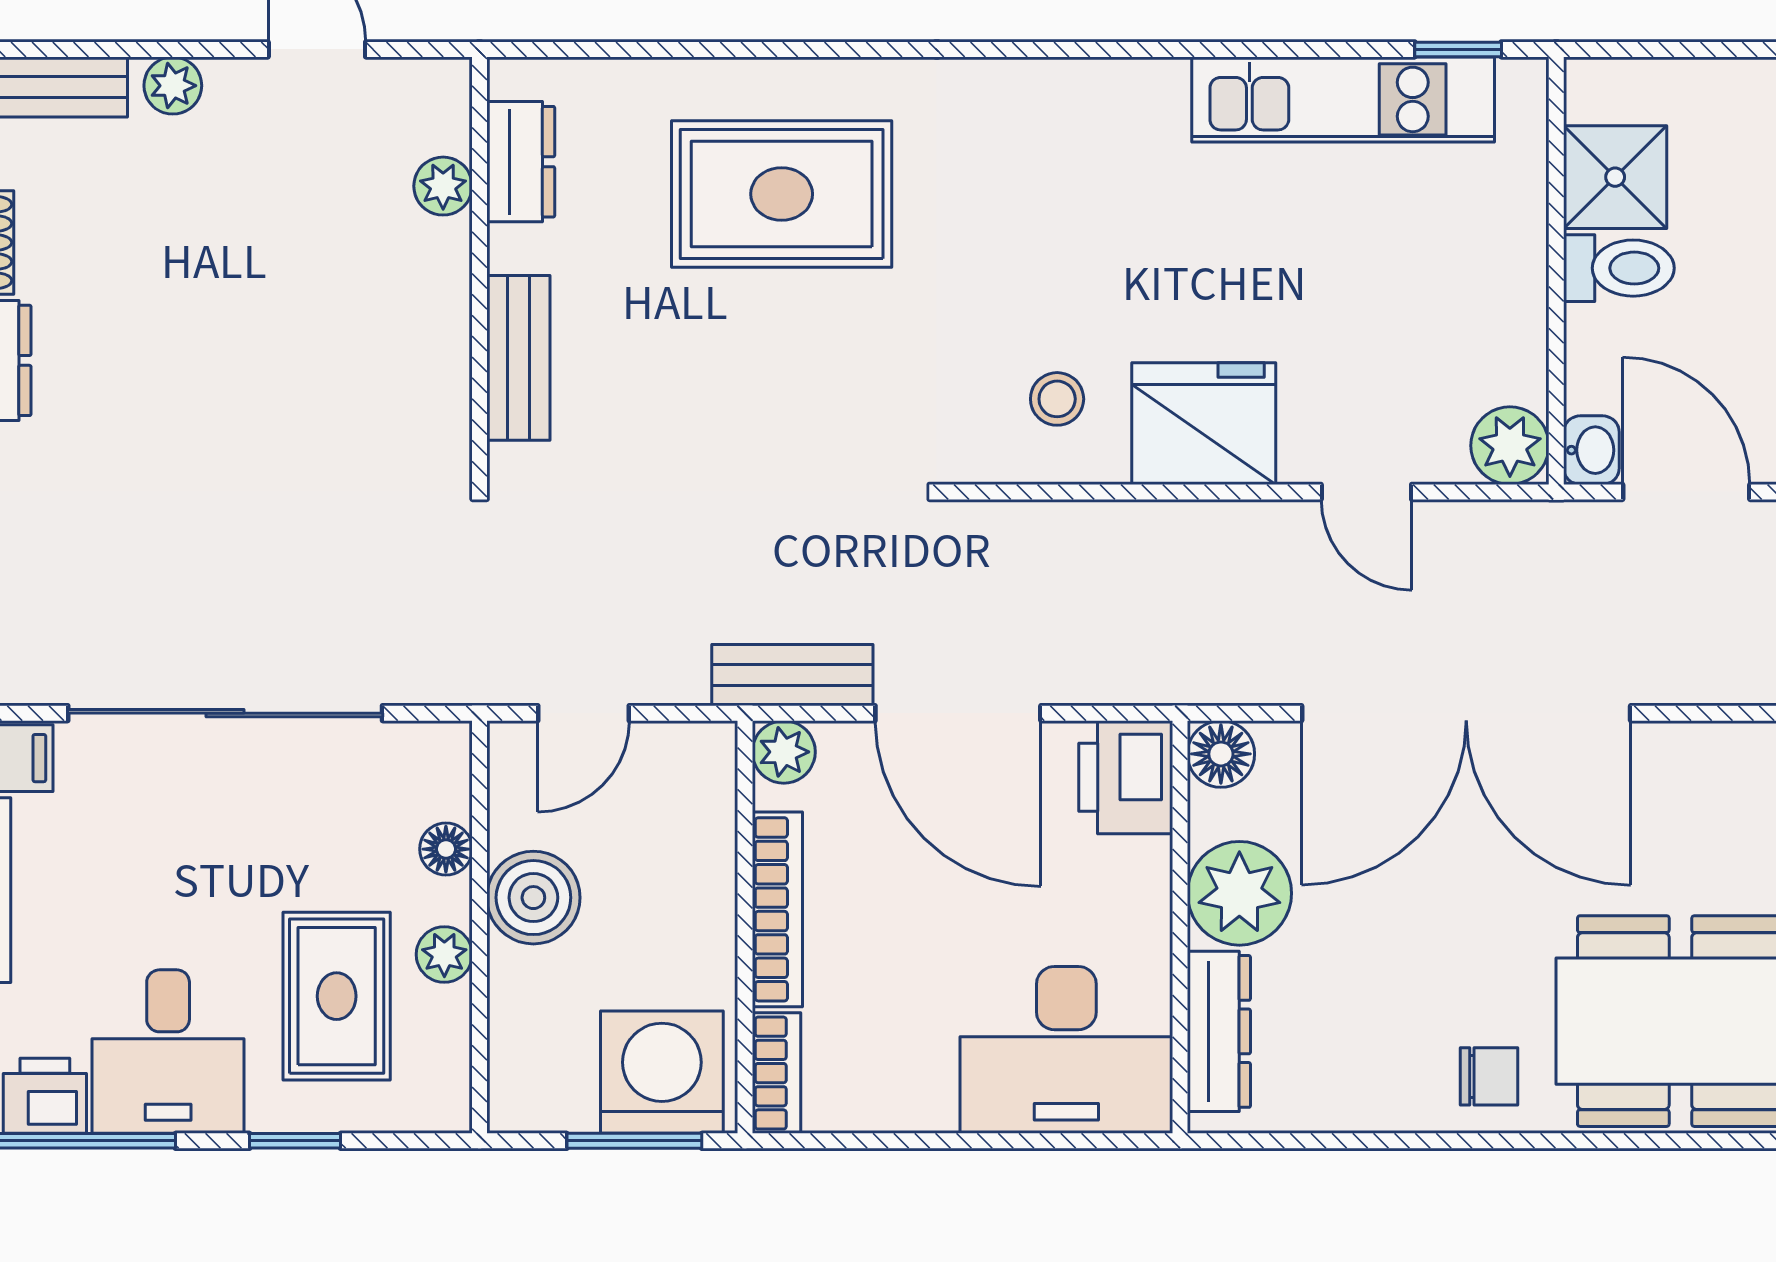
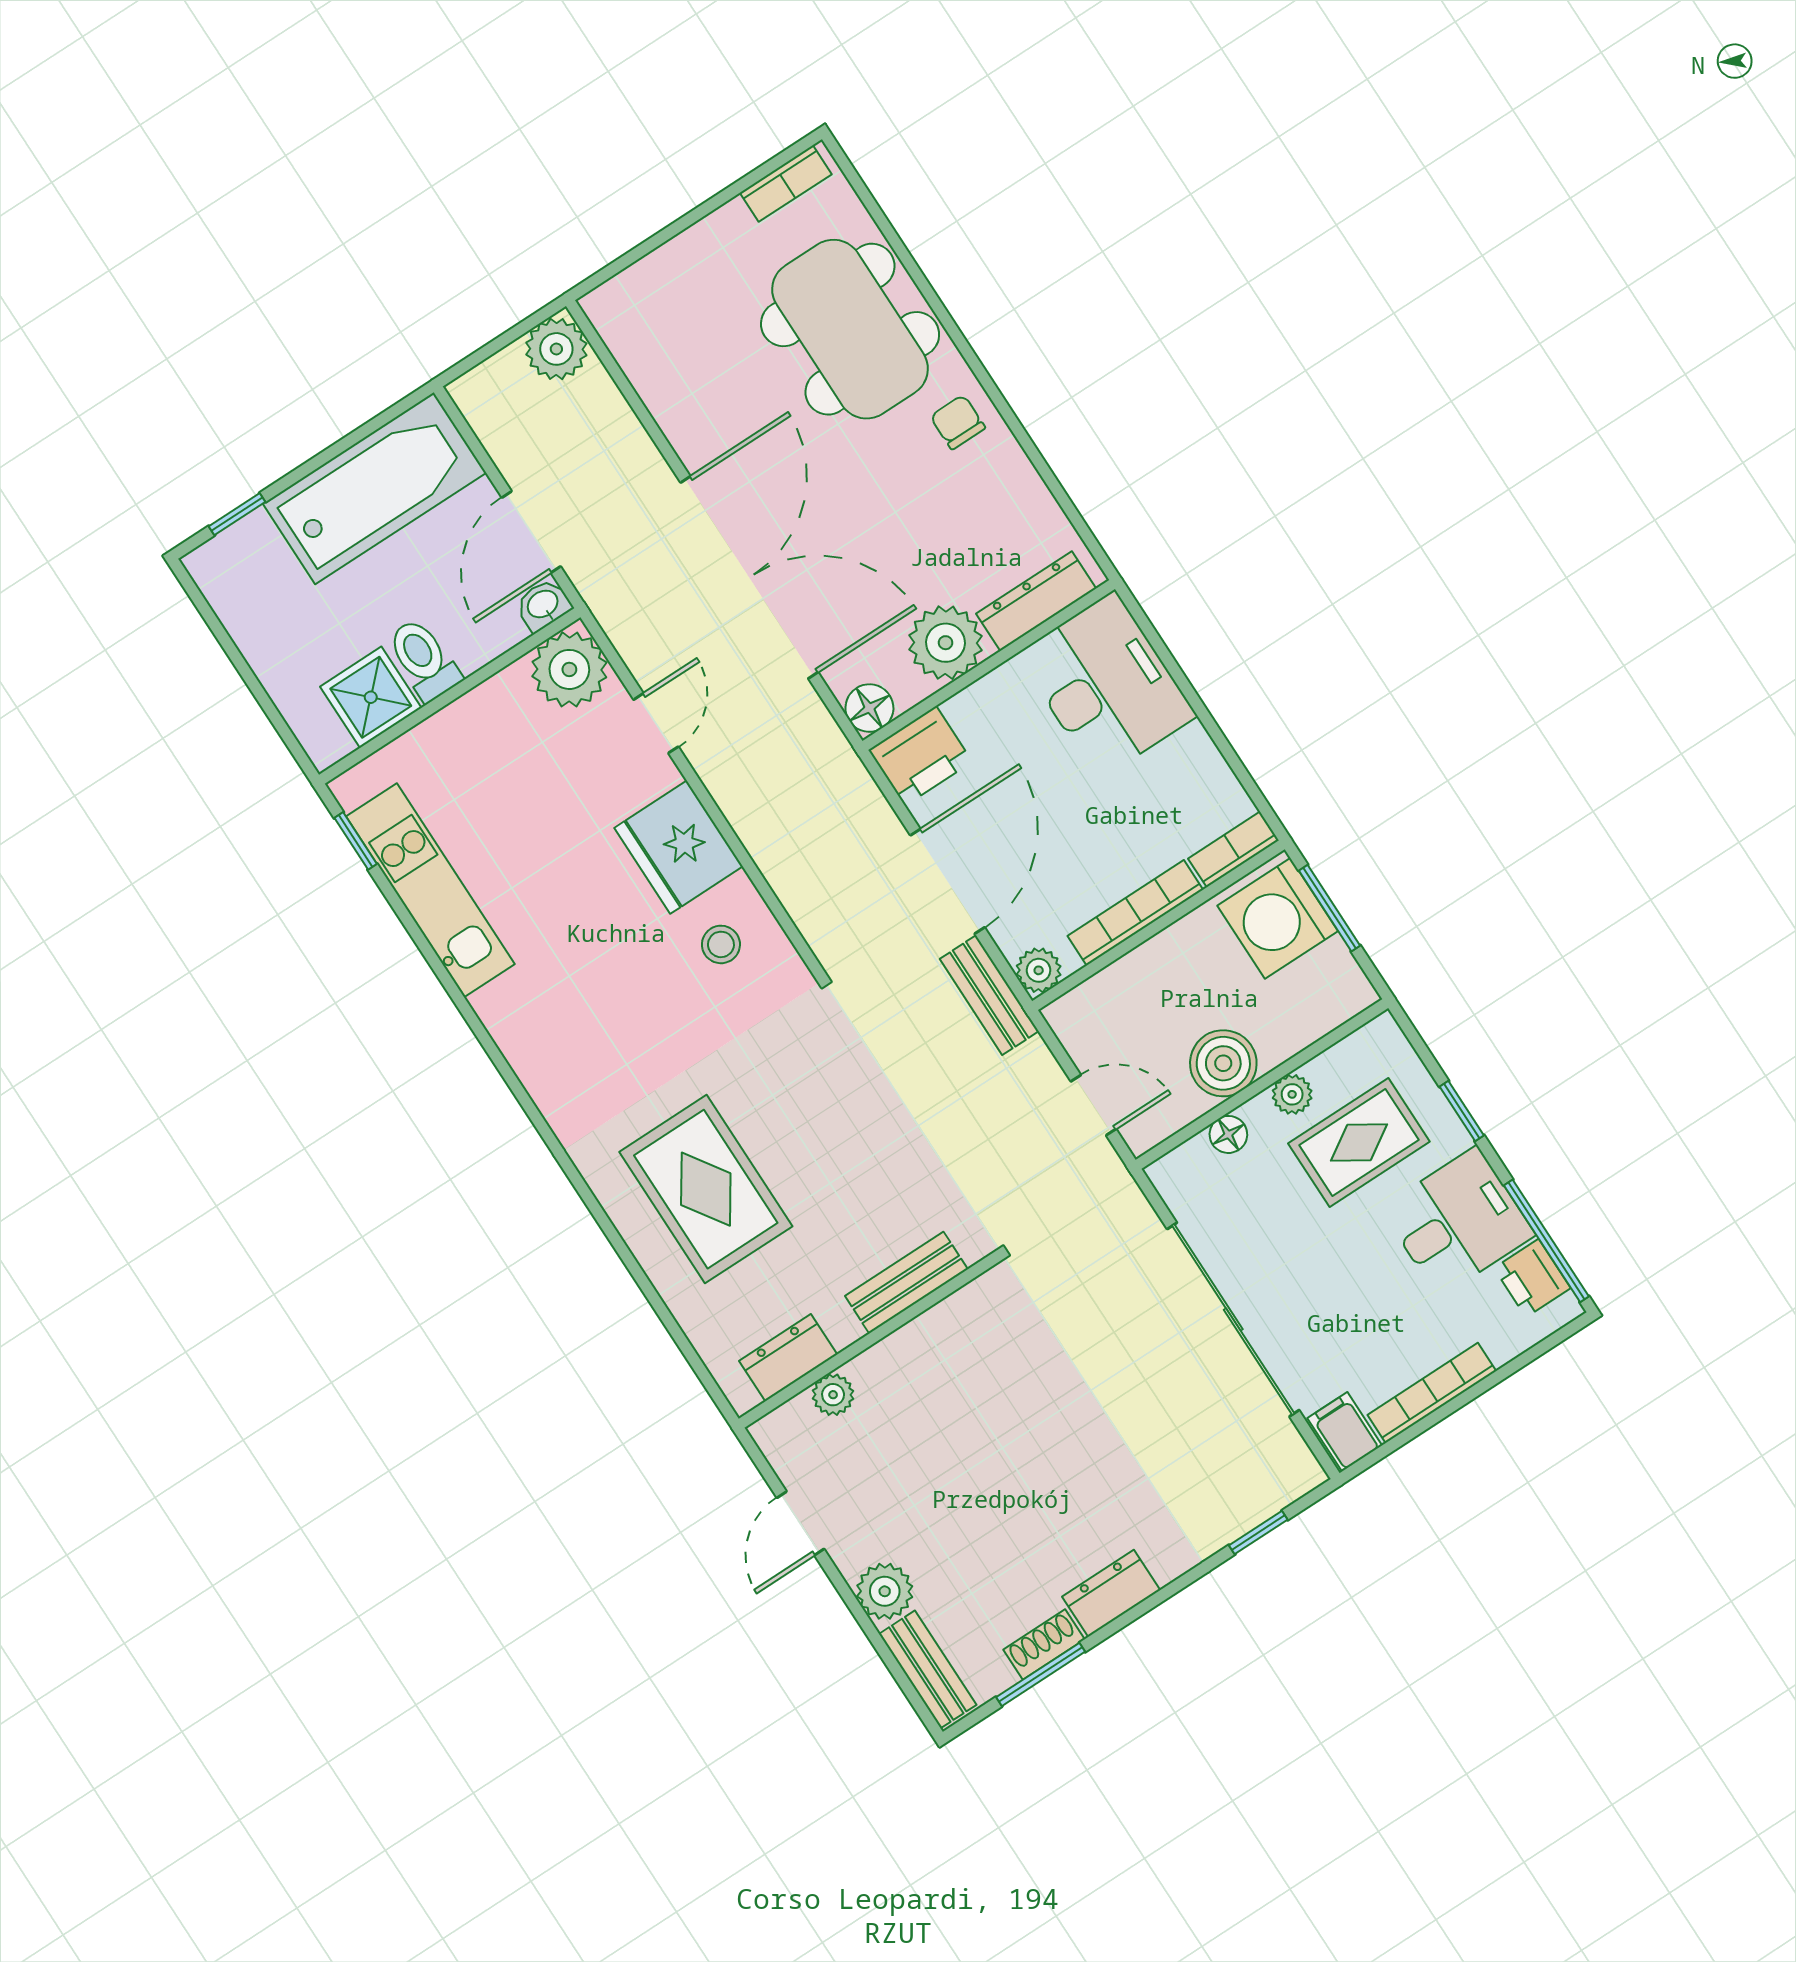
plant: (173, 86) -> (885, 1591), width x1.38, depth x1.38
plant: (1510, 446) -> (569, 669), width x1.36, depth x1.36

